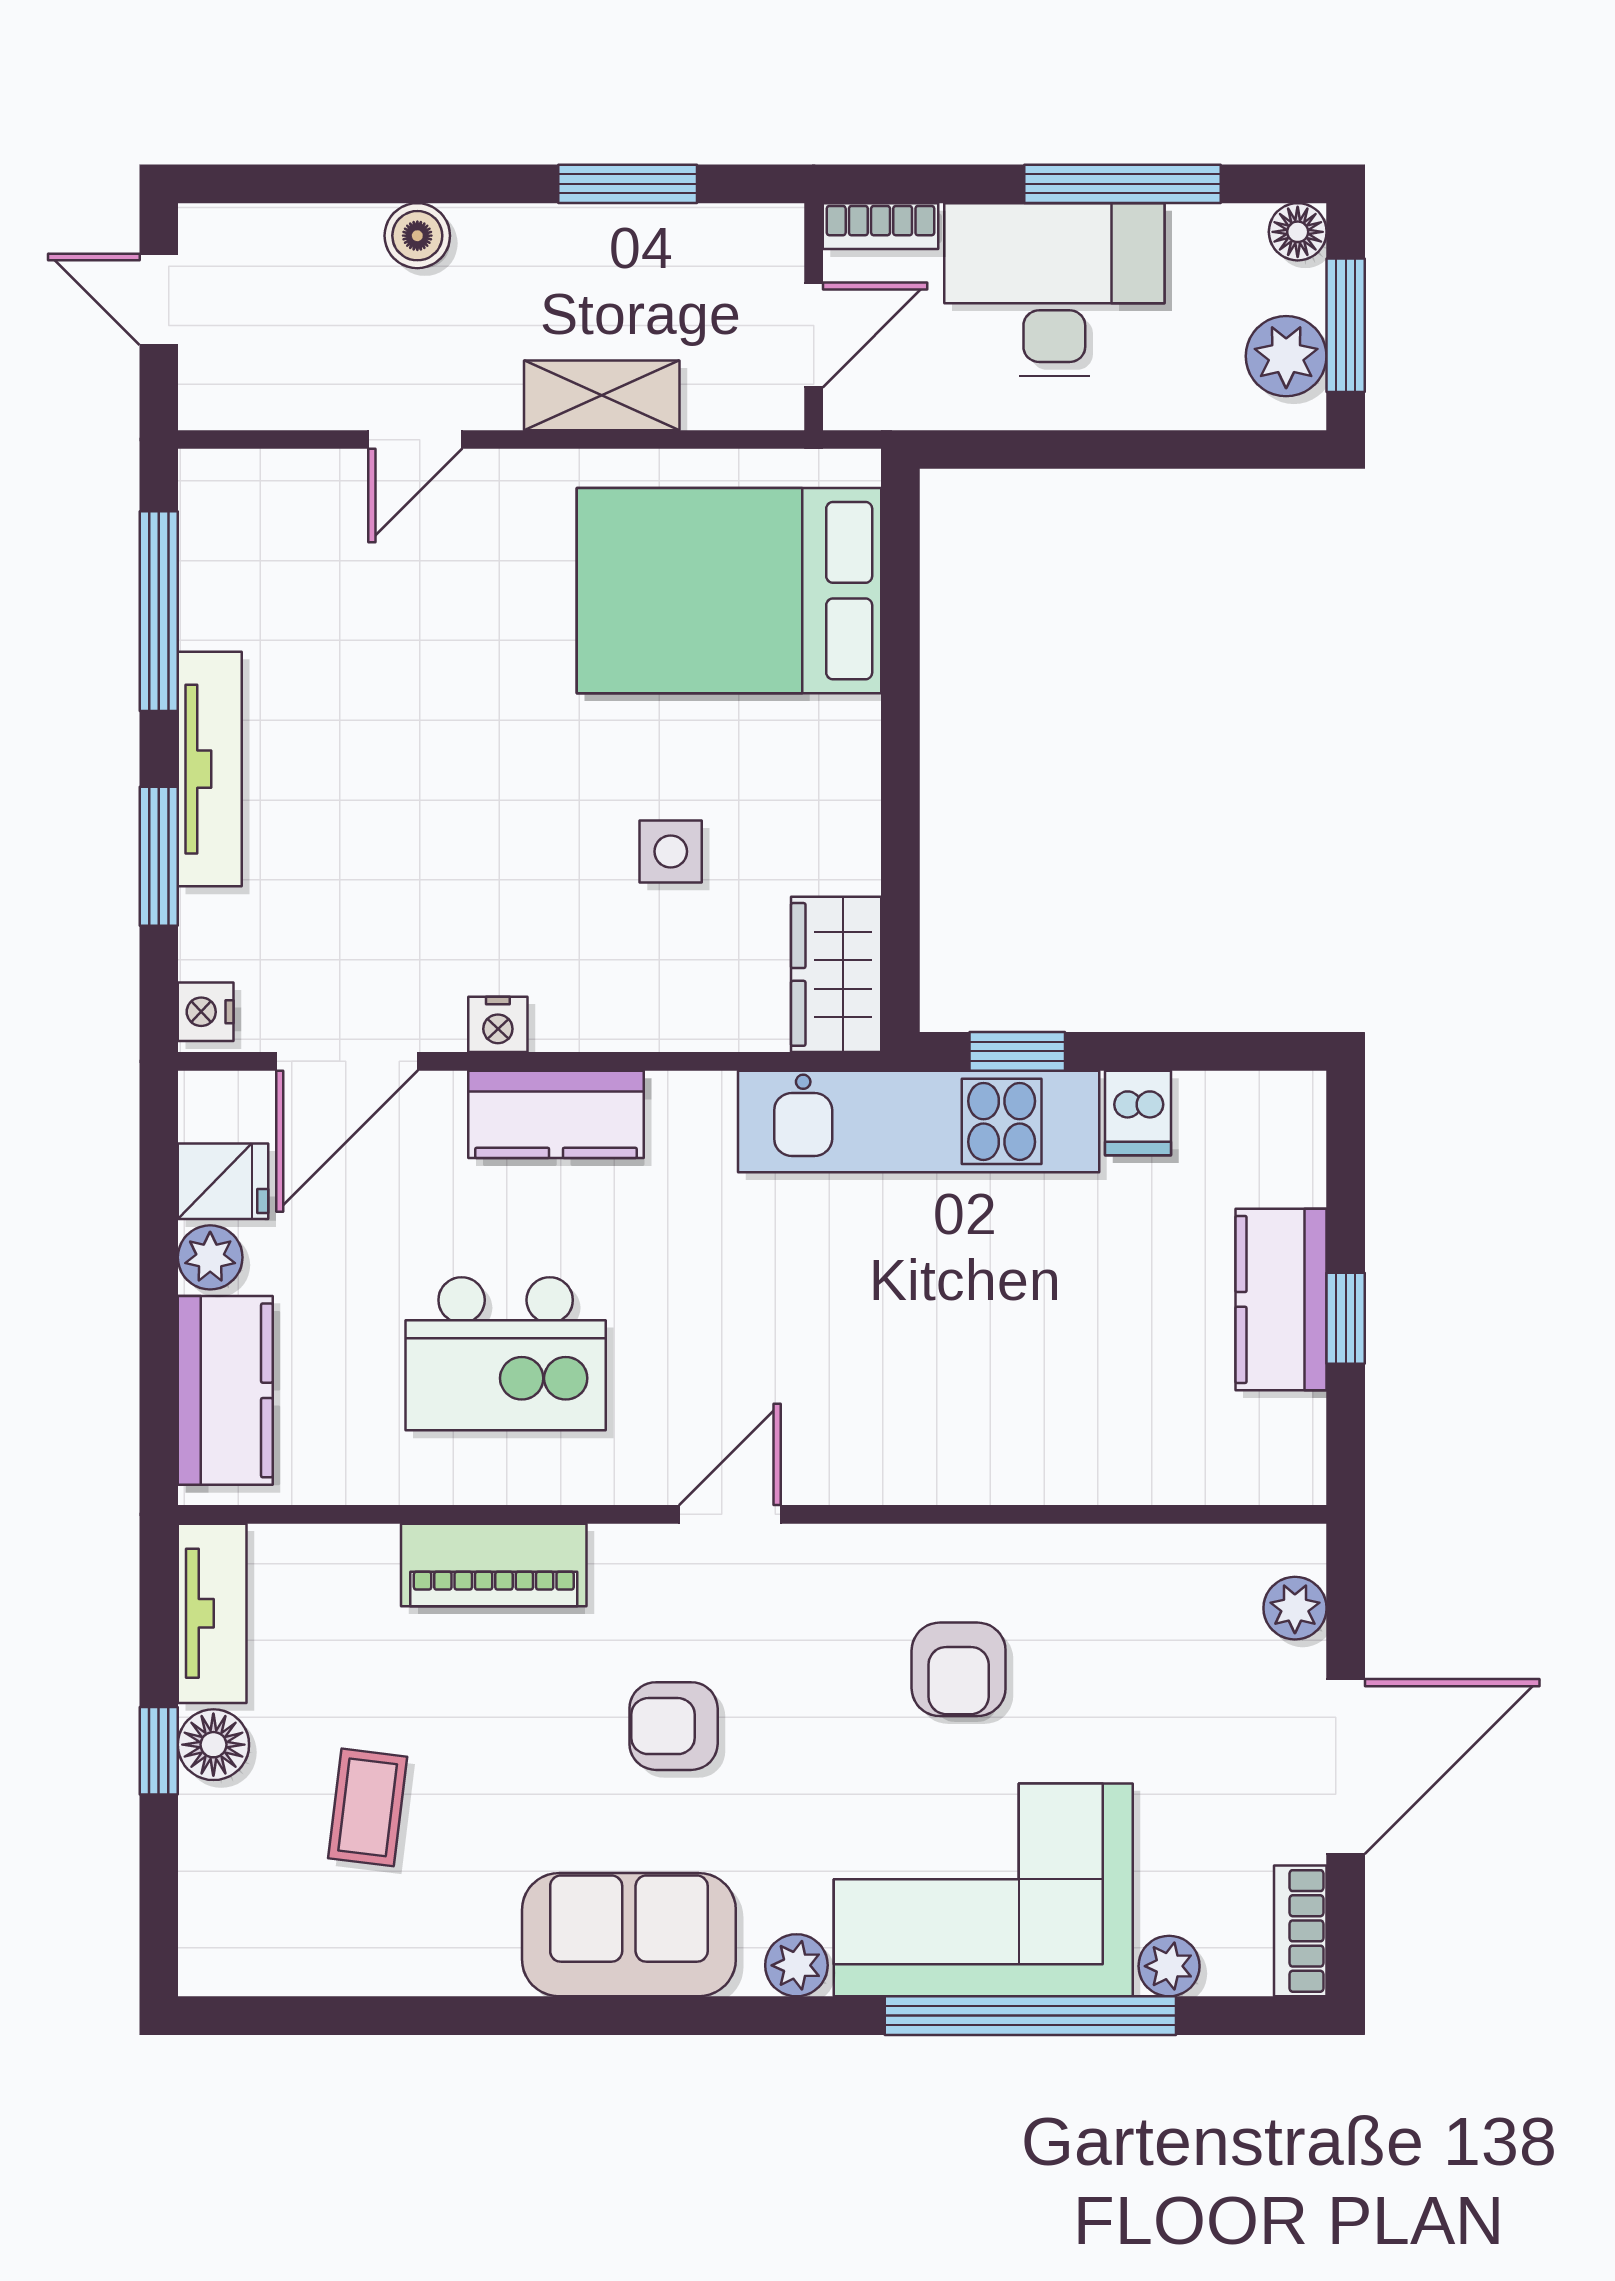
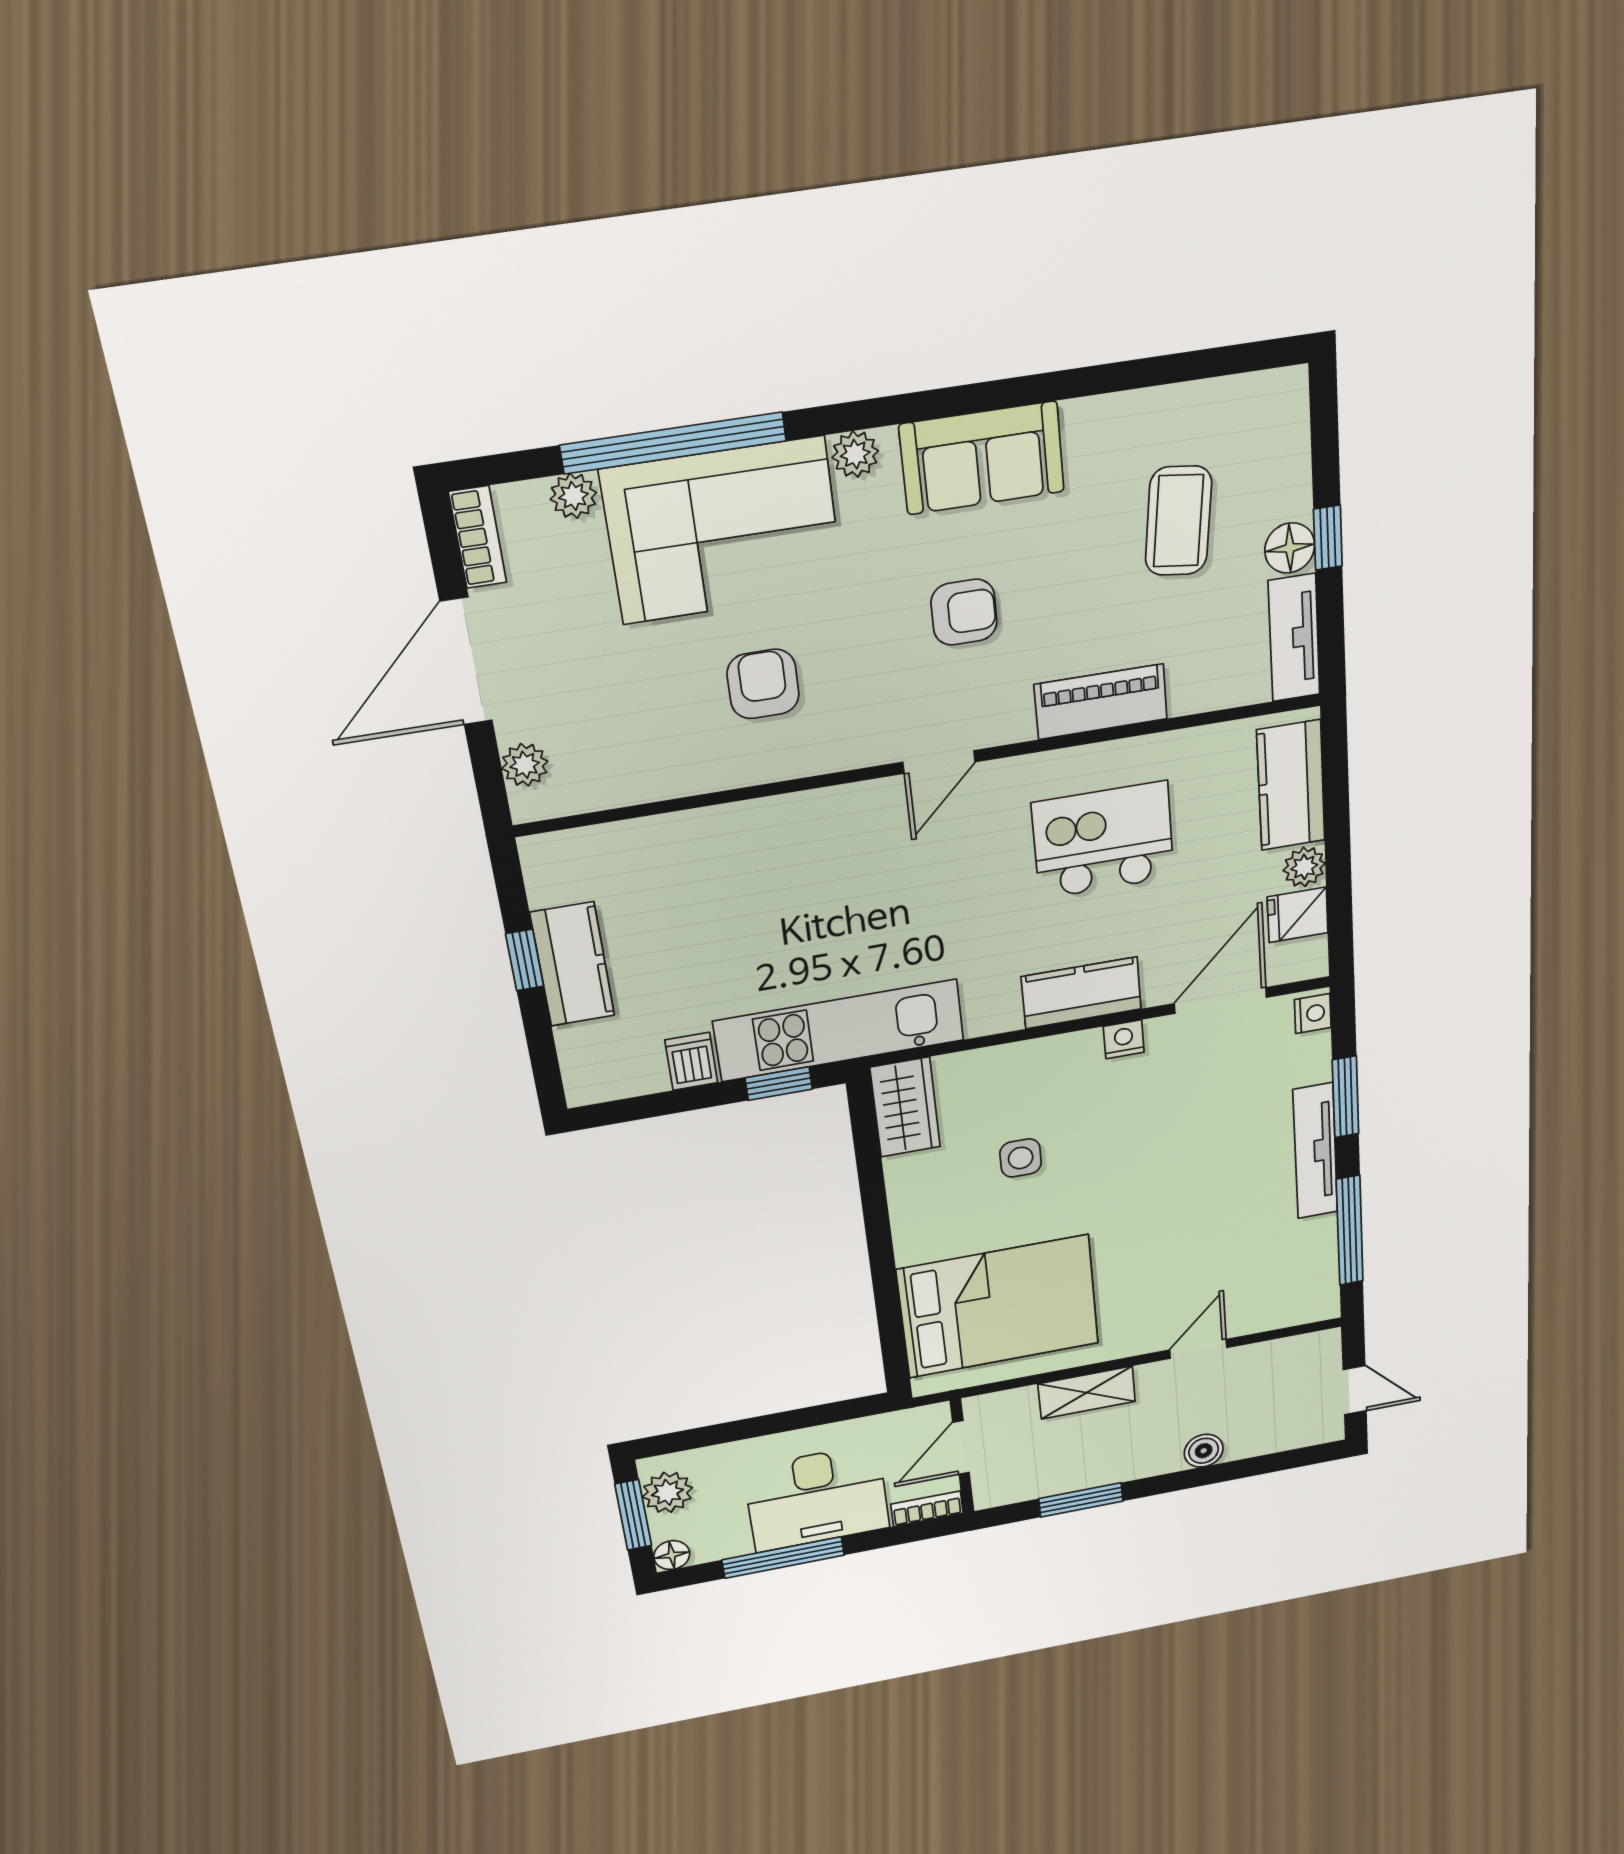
coffee table: (368, 1807) -> (1178, 521), width x1.36, depth x1.30

